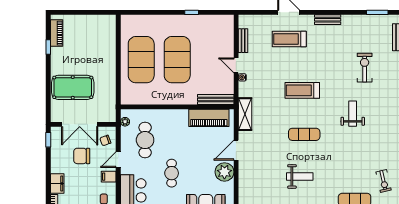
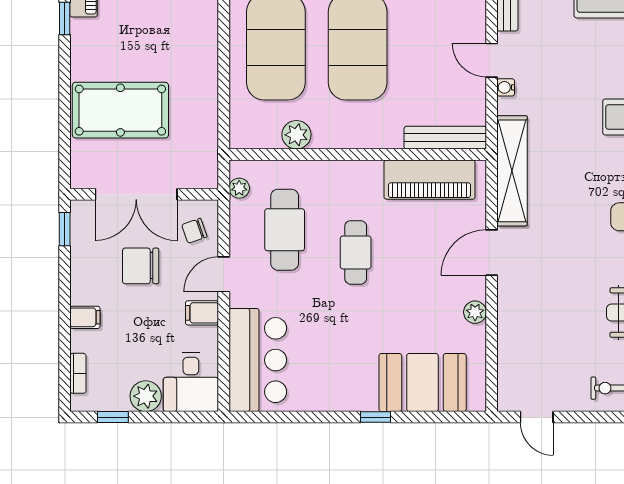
plant: (150, 98) -> (296, 135), added
shelving: (245, 114) -> (512, 171), width x1.47
plant: (224, 172) -> (475, 312), width x0.53, depth x0.53
cafe table: (172, 173) -> (356, 252), moved
filing cabinet: (57, 184) -> (85, 317), width x0.50

